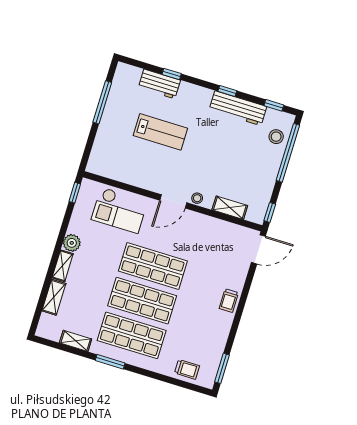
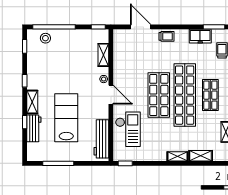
shelving: (196, 93) -> (32, 102), added
workbench: (238, 108) -> (101, 139), moved, turned 180
lab bench: (160, 132) -> (66, 118), width x1.36, depth x1.39
plant: (72, 243) -> (160, 155), removed
door: (258, 249) -> (141, 27), moved
shop shelf: (142, 301) -> (185, 95), width x1.40
shop shelf: (132, 335) -> (210, 95), width x0.70, depth x0.74
freezer: (215, 346) -> (200, 36), added

